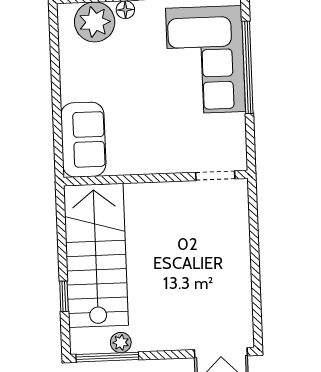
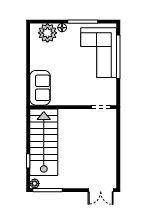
plant: (121, 343) -> (35, 184), moved

